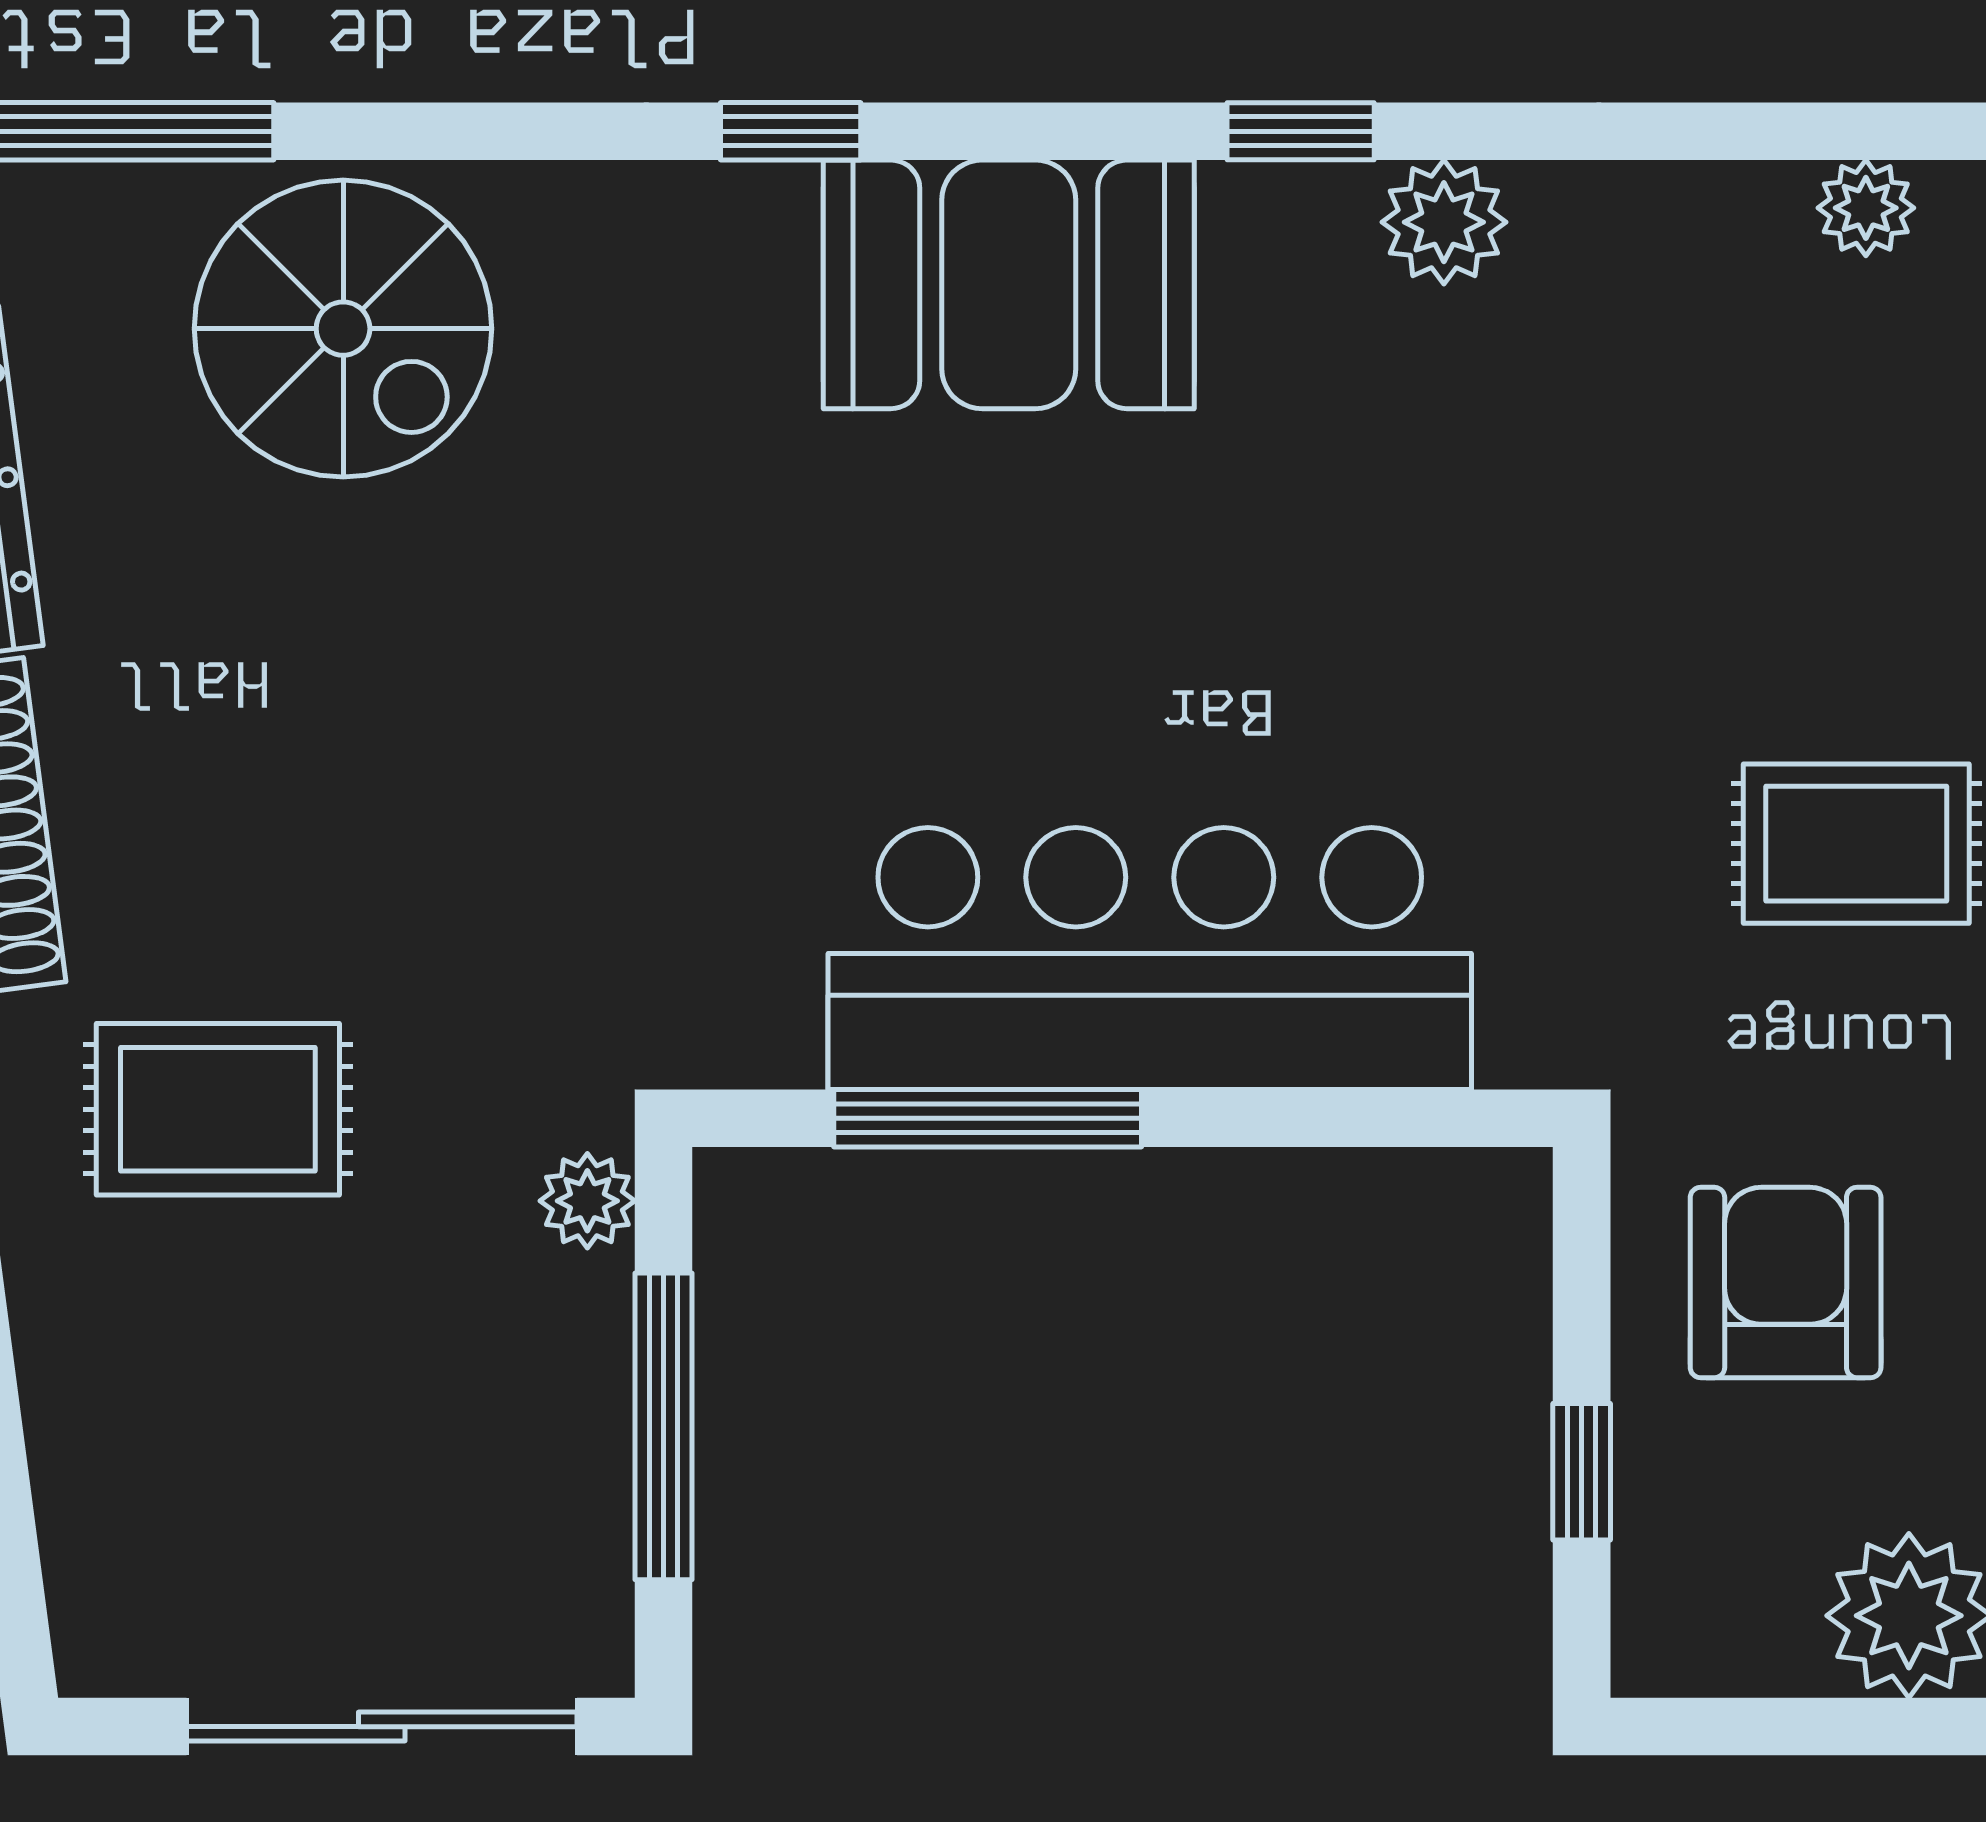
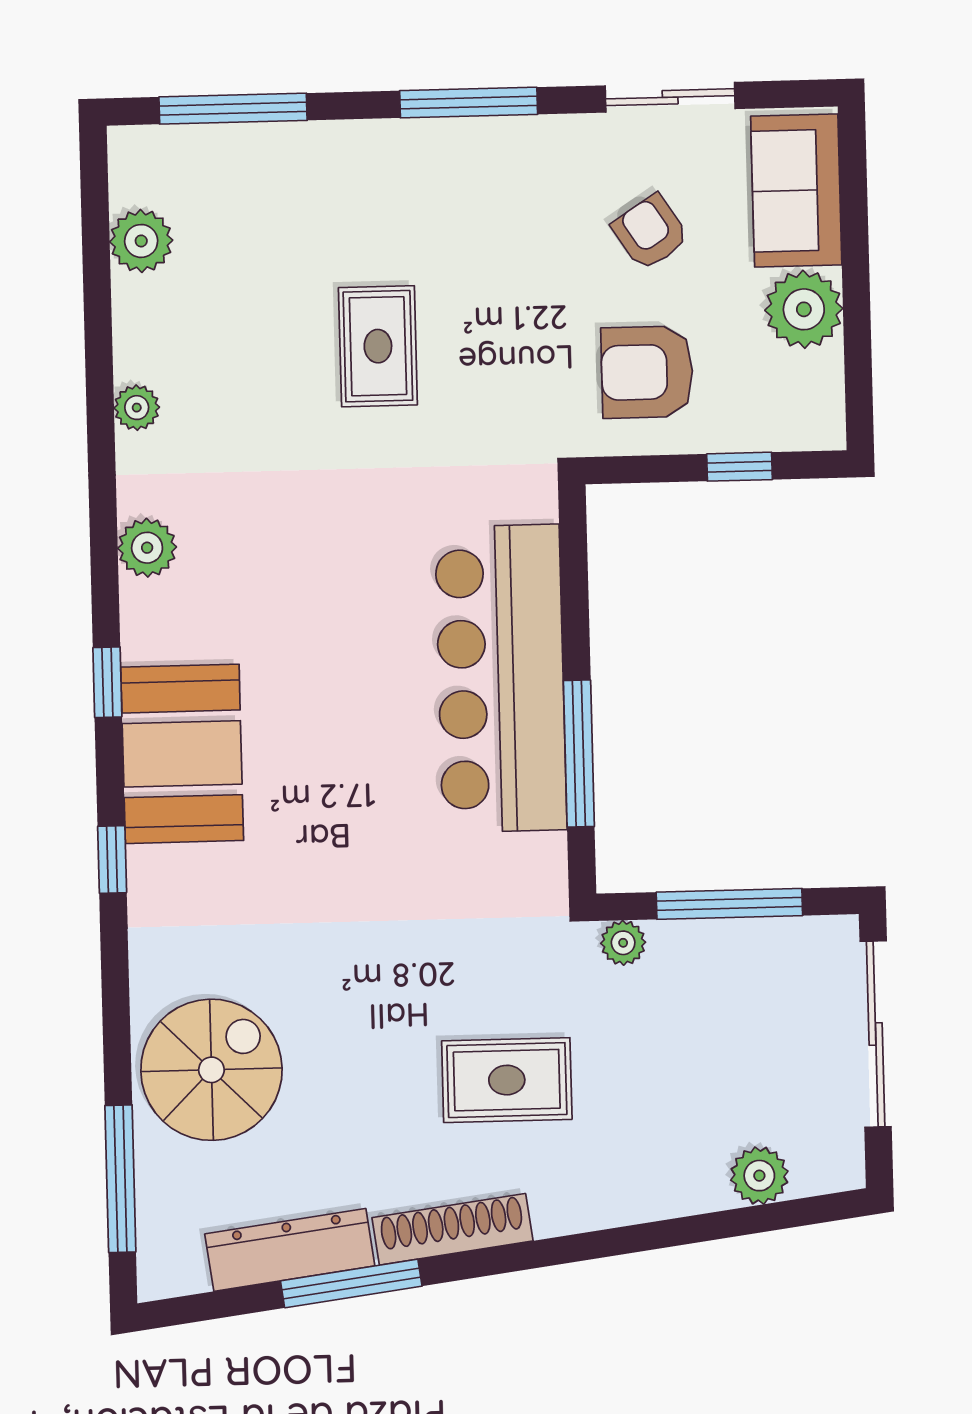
window: (1301, 131) -> (107, 682), moved
plant: (1866, 208) -> (137, 408), moved
rug: (1856, 844) -> (378, 346), moved
rug: (218, 1109) -> (507, 1080), moved, turned 90
plant: (90, 1474) -> (759, 1176), added

